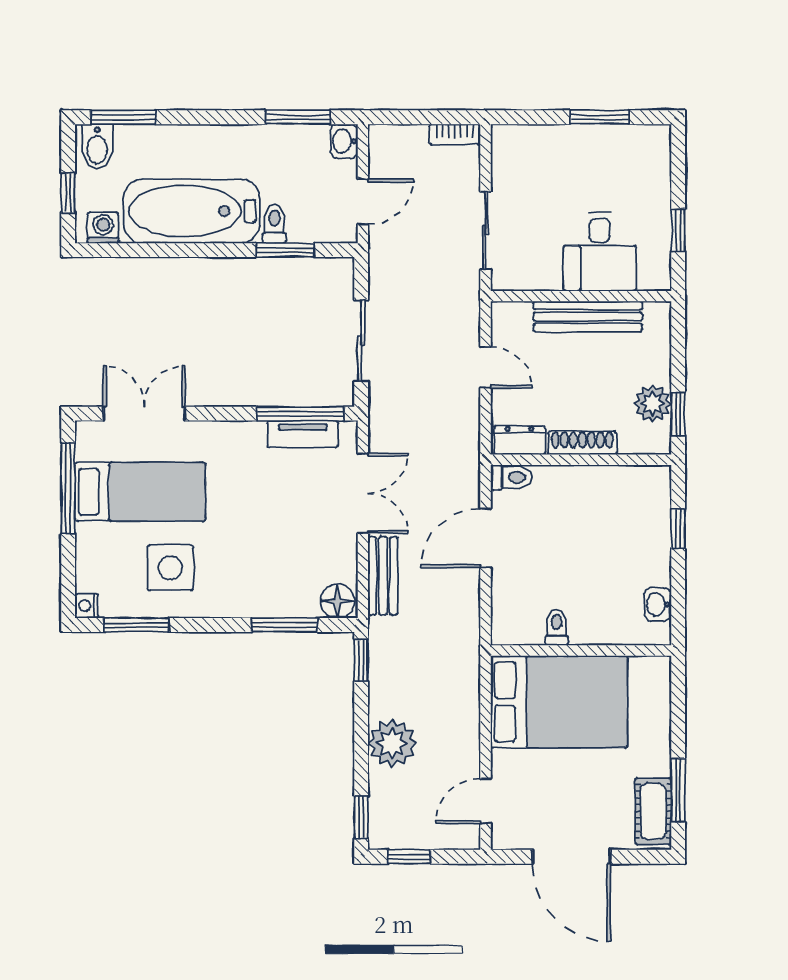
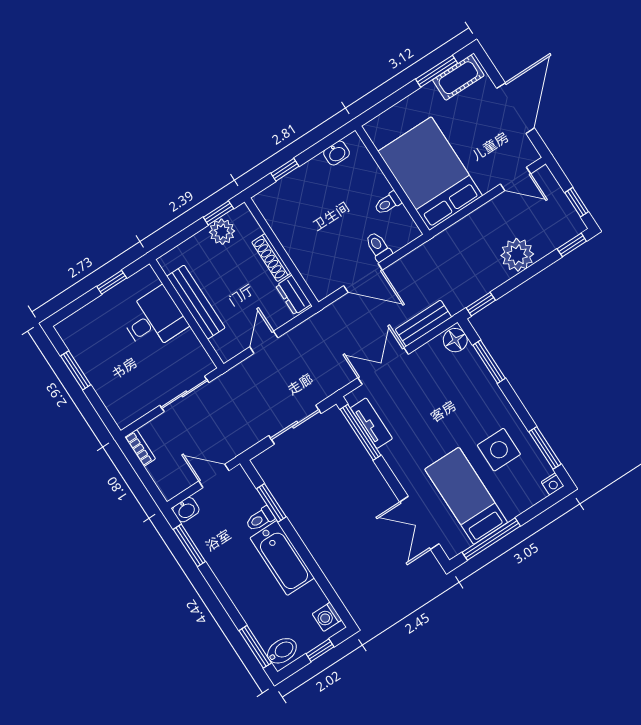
bathtub: (192, 211) -> (282, 558), width x0.73, depth x0.73
toilet: (511, 477) -> (378, 247), moved

